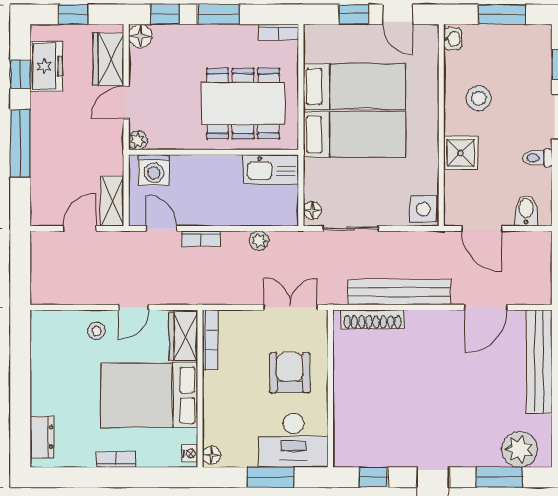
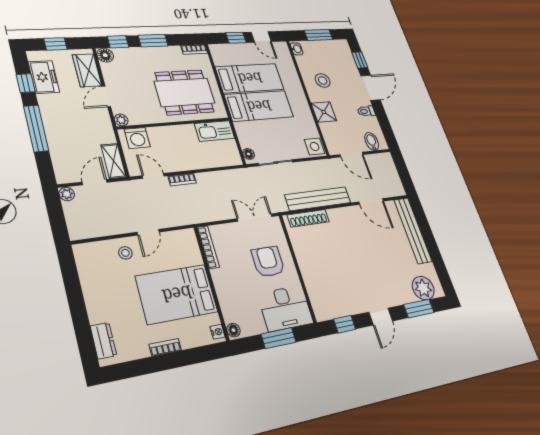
plant: (259, 241) -> (67, 194), moved
door: (486, 307) -> (371, 201), hinge flipped
wardrobe: (183, 336) -> (189, 248), removed

